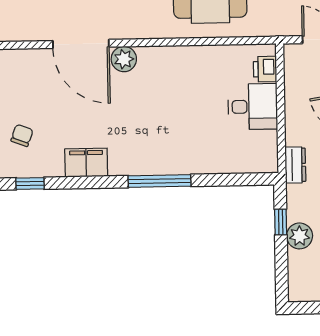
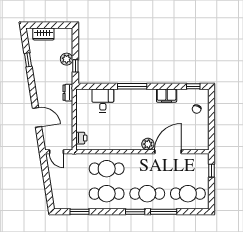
door: (81, 44) -> (168, 152), hinge flipped
desk: (253, 107) -> (103, 100), moved, turned 90

